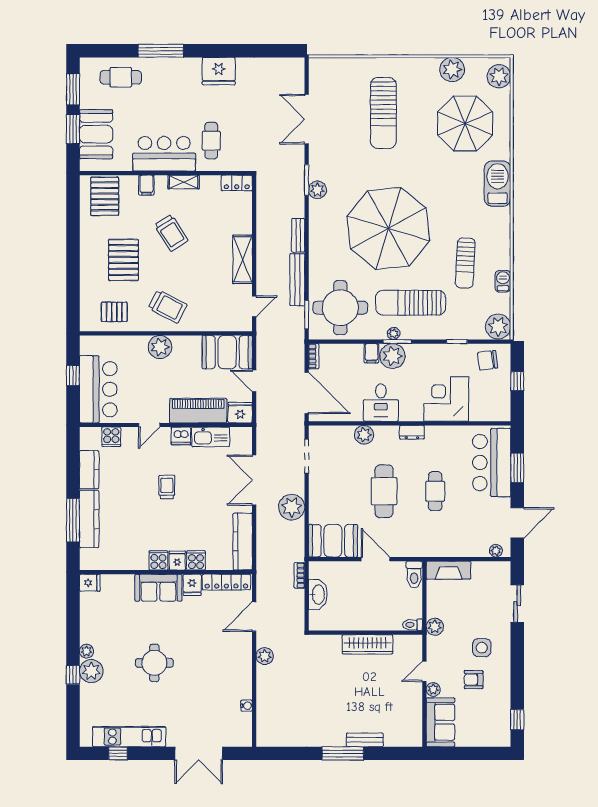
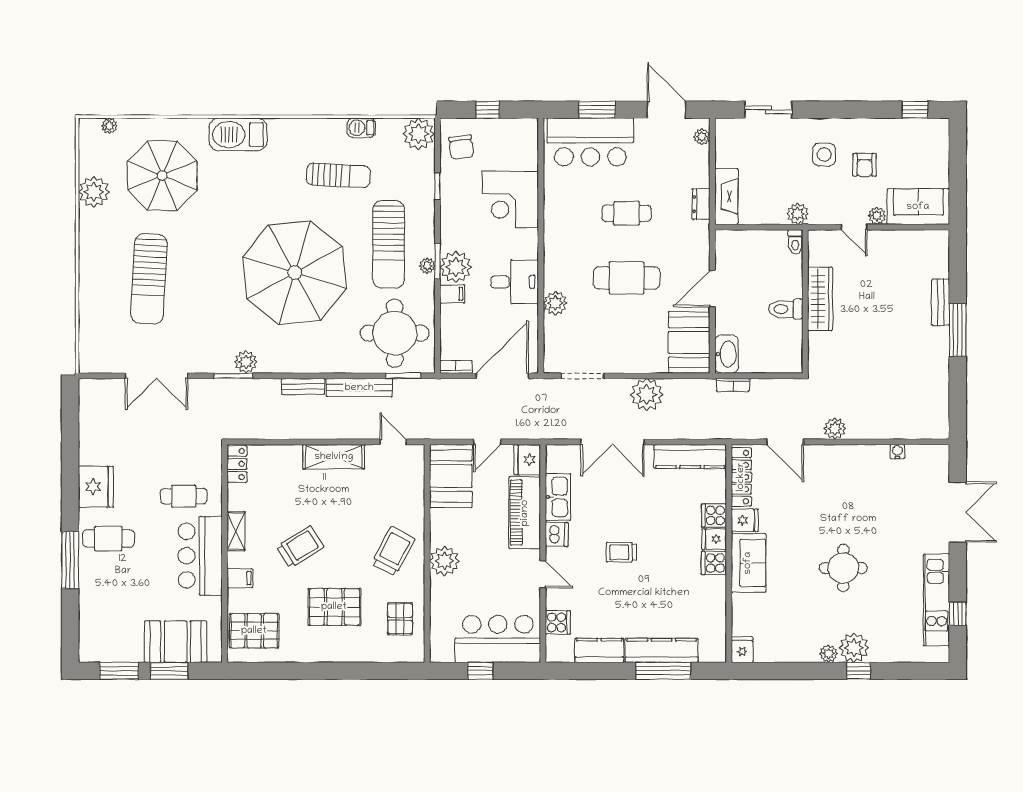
plant: (499, 76) -> (109, 126), width x0.53, depth x0.53
cafe table: (121, 77) -> (108, 539), moved, turned 90
sun lounger: (383, 113) -> (149, 279), turned 93
dresser: (412, 432) -> (701, 204), moved, turned 180
toilet: (414, 574) -> (786, 309), moved, turned 180
washbasin: (318, 594) -> (727, 354), moved, turned 90

